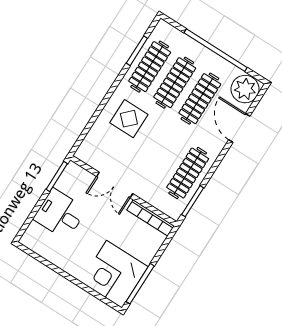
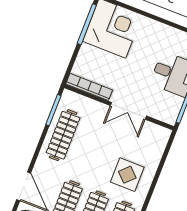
double door: (115, 185) -> (128, 111), swing flipped

